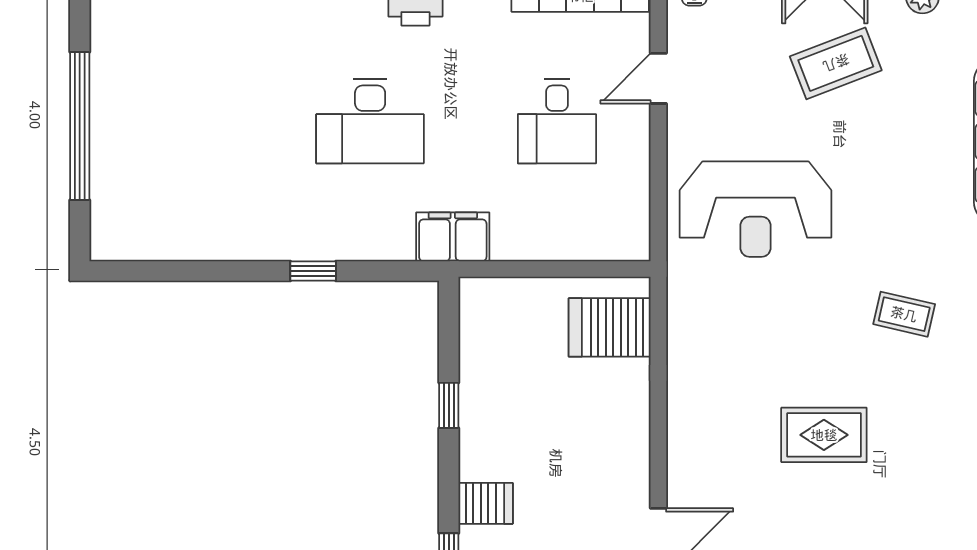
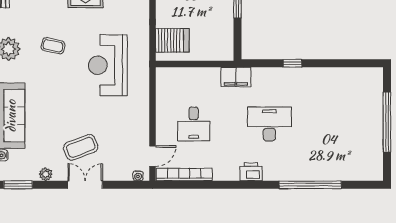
door: (658, 78) -> (153, 156), moved
desk: (557, 121) -> (194, 124), turned 180
reception desk: (756, 209) -> (108, 65), moved, turned -90

